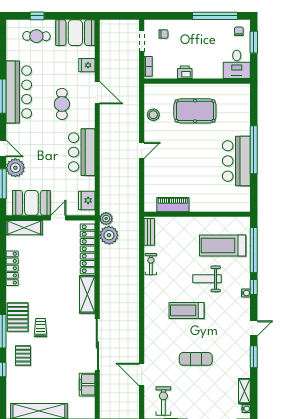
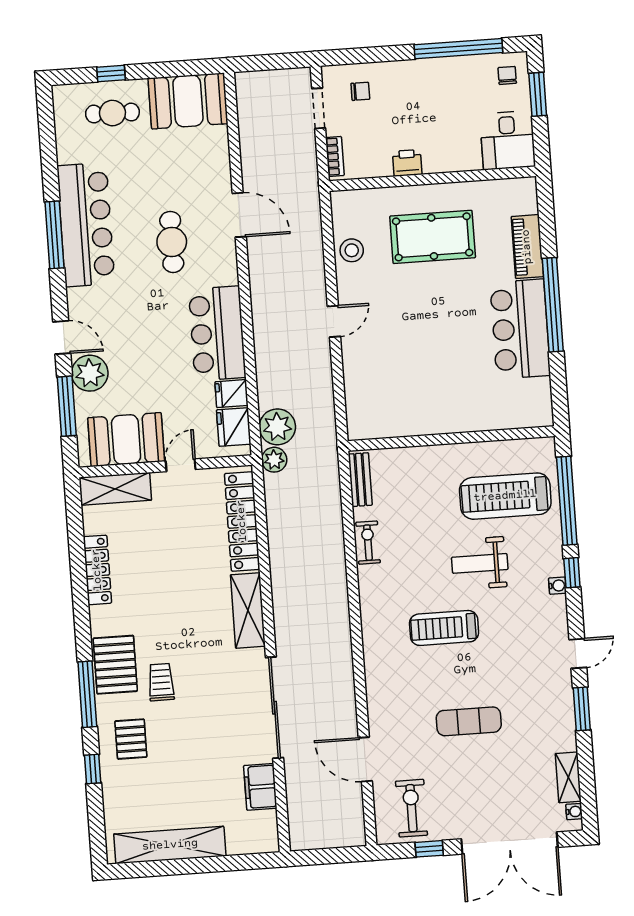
fridge: (87, 65) -> (231, 394), moved
piano: (173, 205) -> (527, 247), moved, turned -90
plant: (109, 235) -> (277, 427), moved

